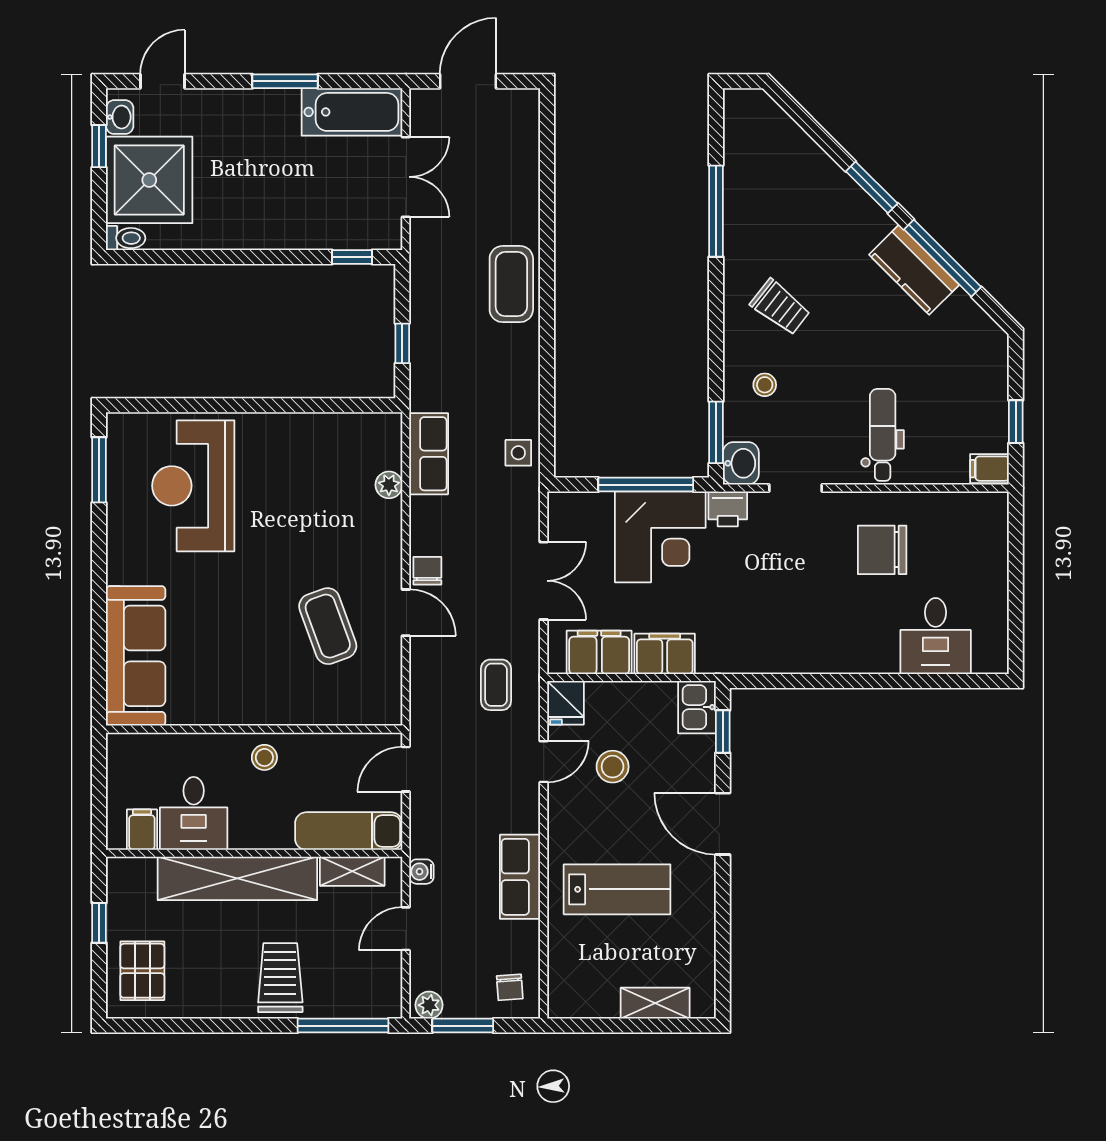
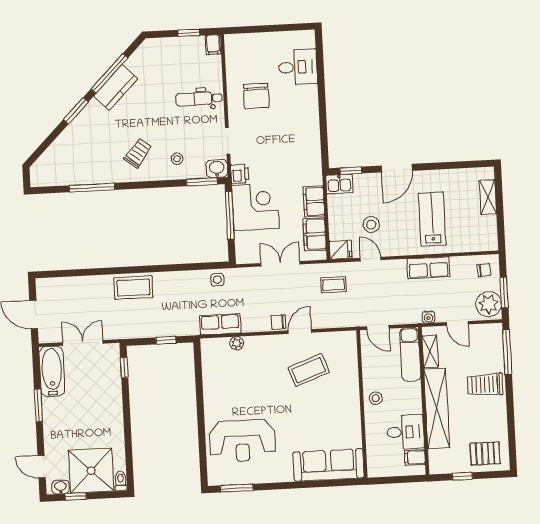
plant: (429, 1005) -> (489, 304), width x1.88, depth x1.88

